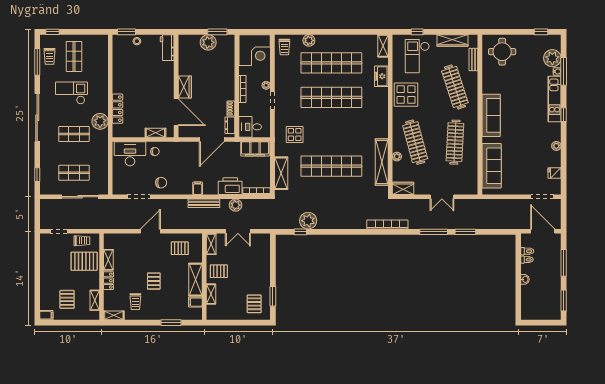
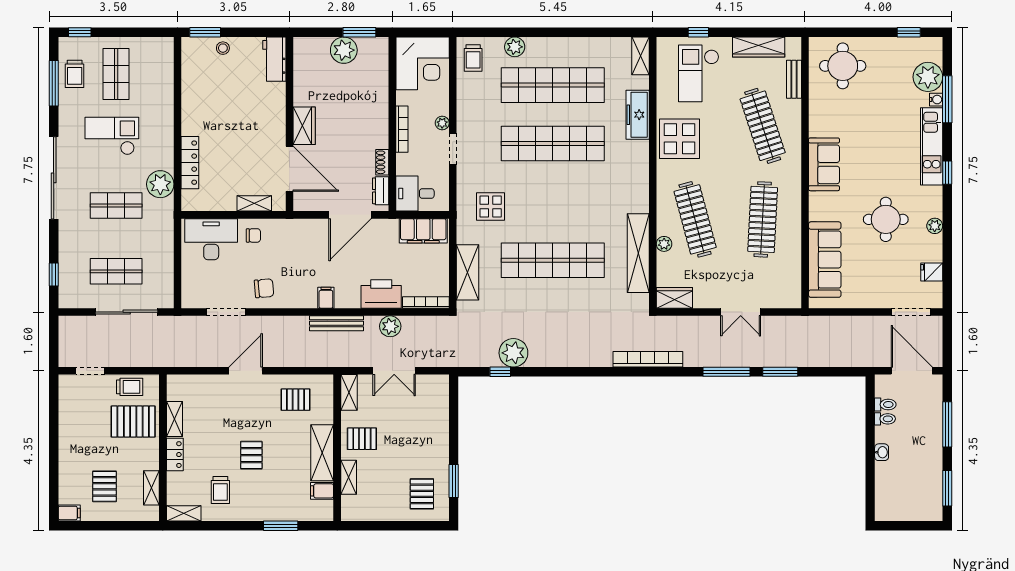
freezer: (381, 76) -> (638, 115), width x1.40
sofa: (491, 115) -> (824, 164), width x0.73
round table: (527, 142) -> (886, 219), added

